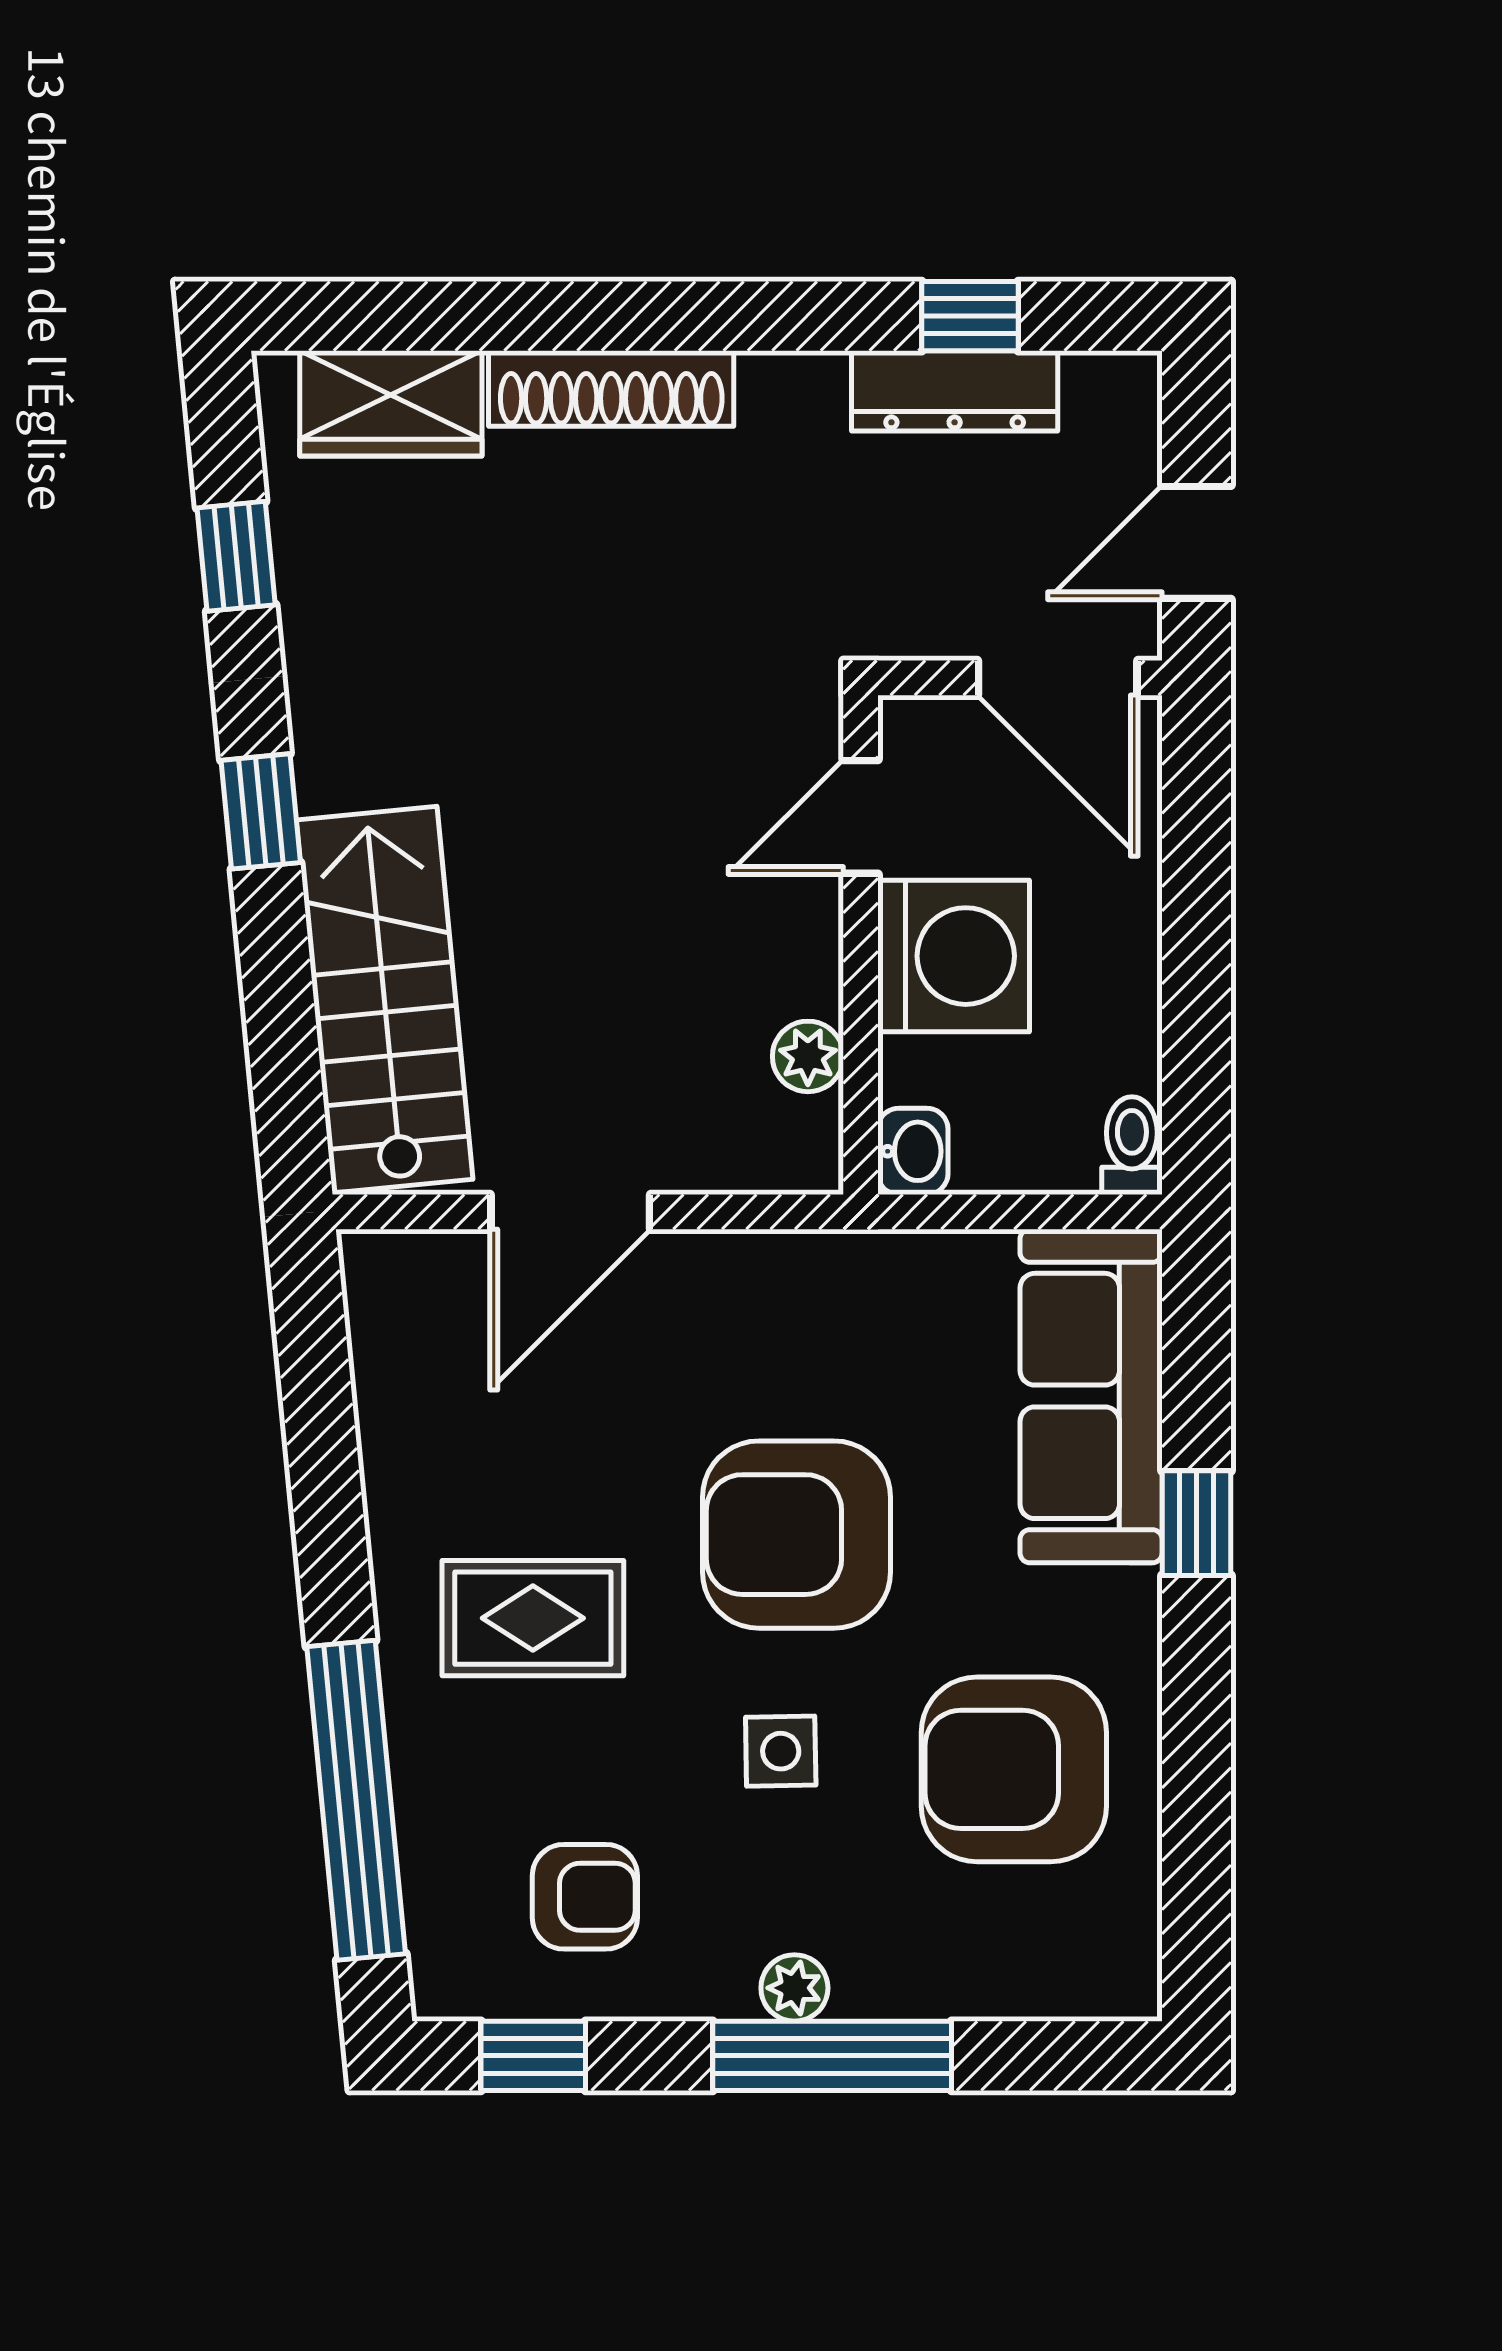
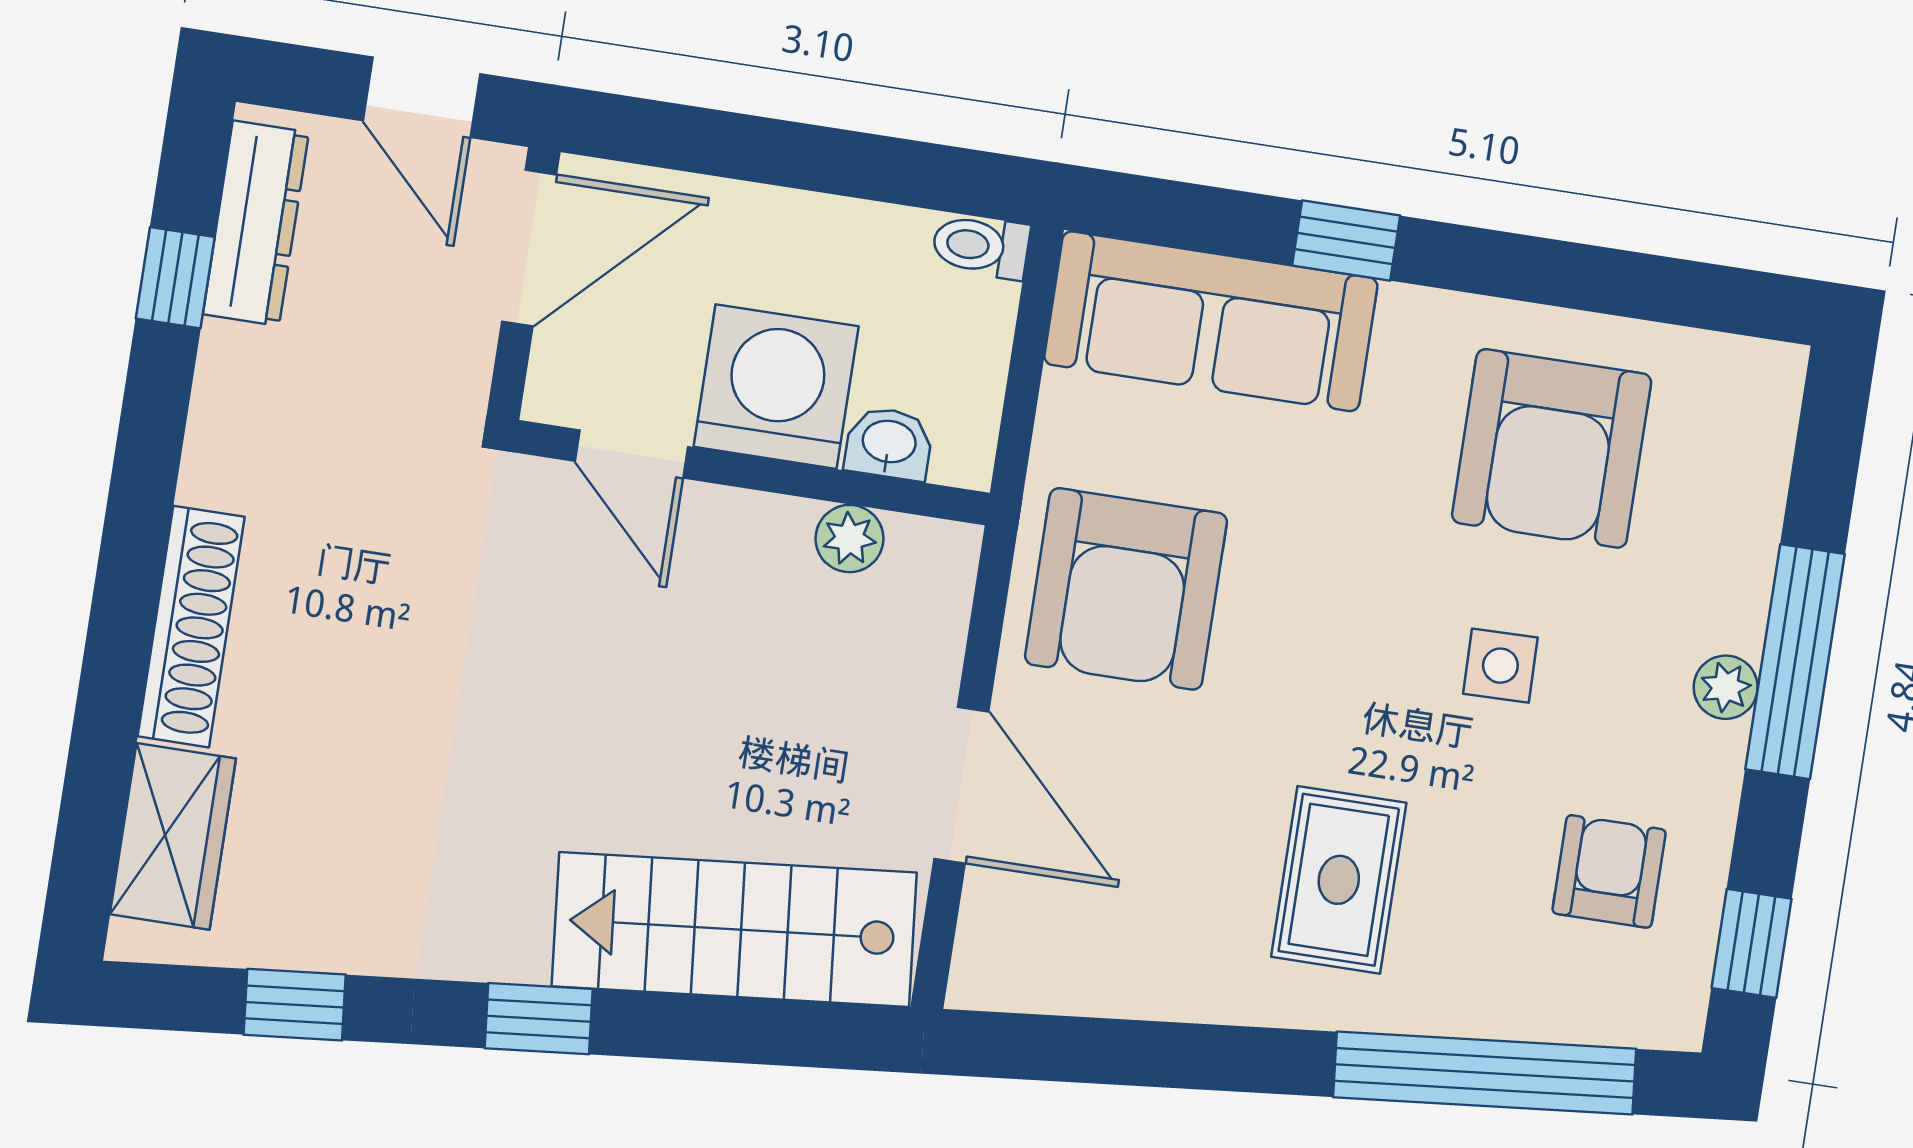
dresser: (955, 391) -> (256, 223), moved
washbasin: (913, 1151) -> (889, 443), moved
armchair: (796, 1535) -> (1126, 589), moved

